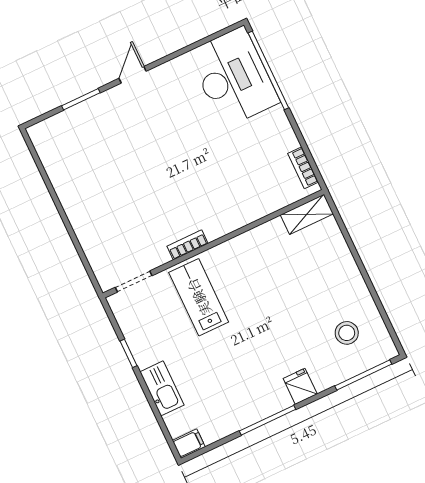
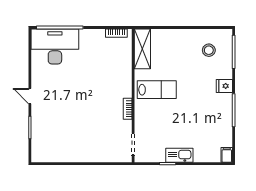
shelving: (307, 214) -> (142, 49), width x1.50, depth x1.33
lab bench: (199, 297) -> (157, 90), moved, turned 180
kitchen sink: (162, 388) -> (179, 155), moved

